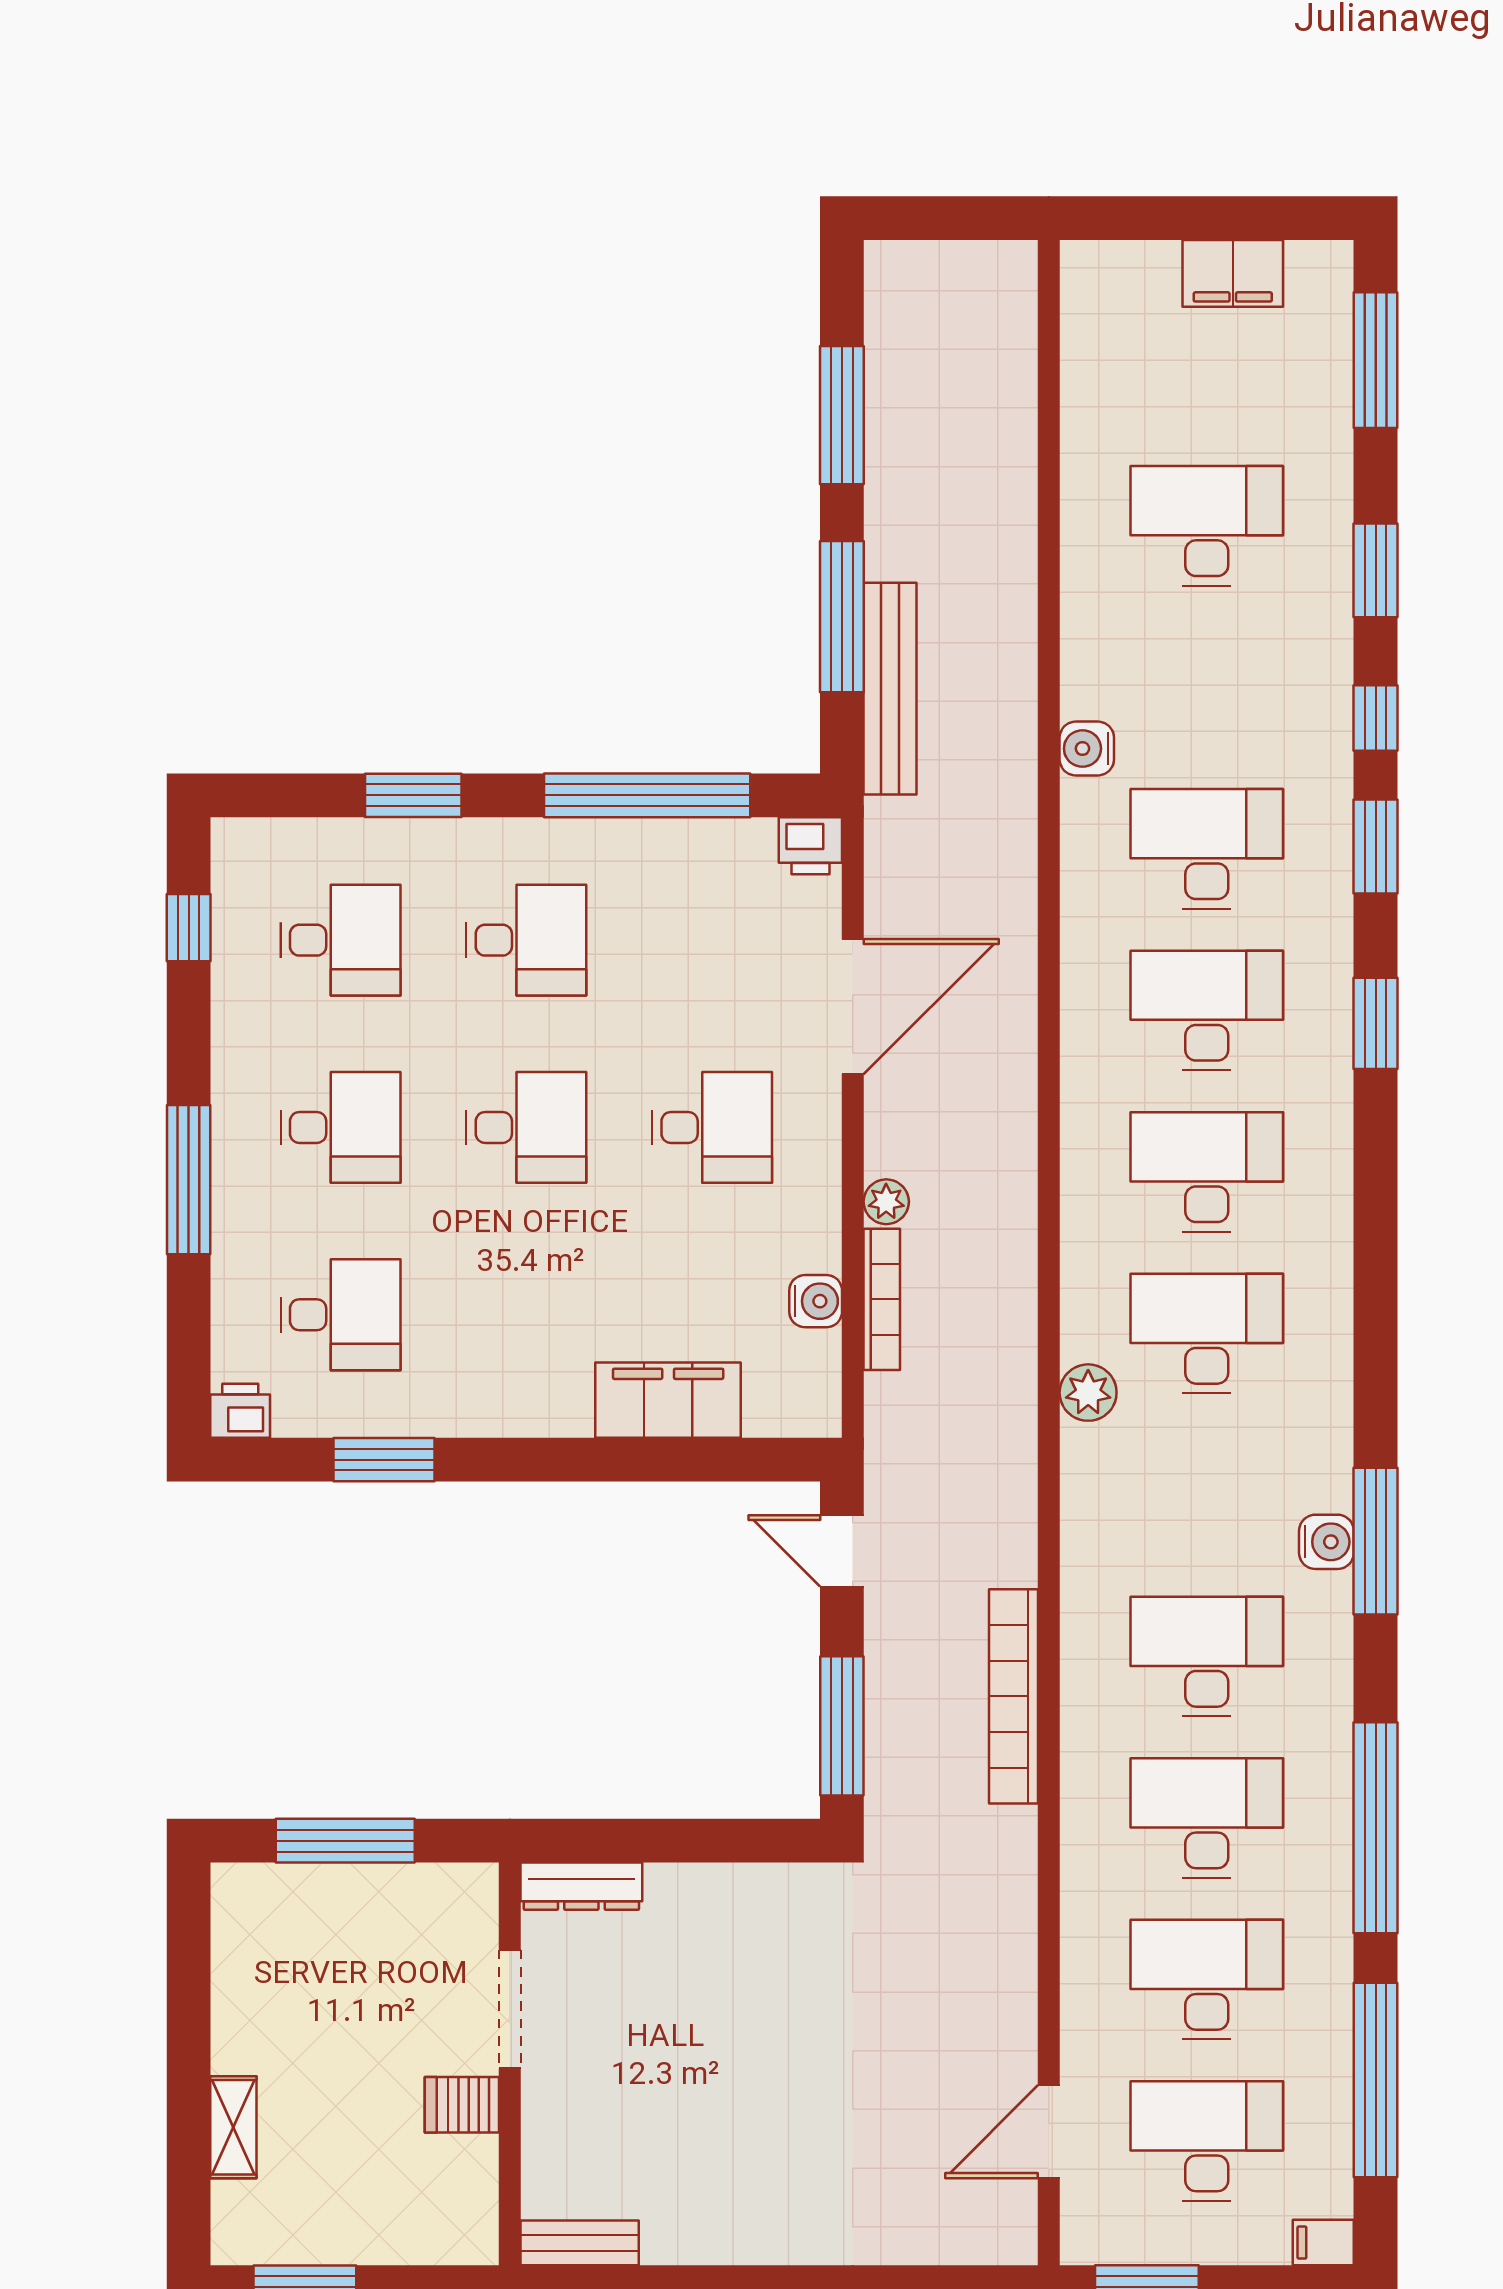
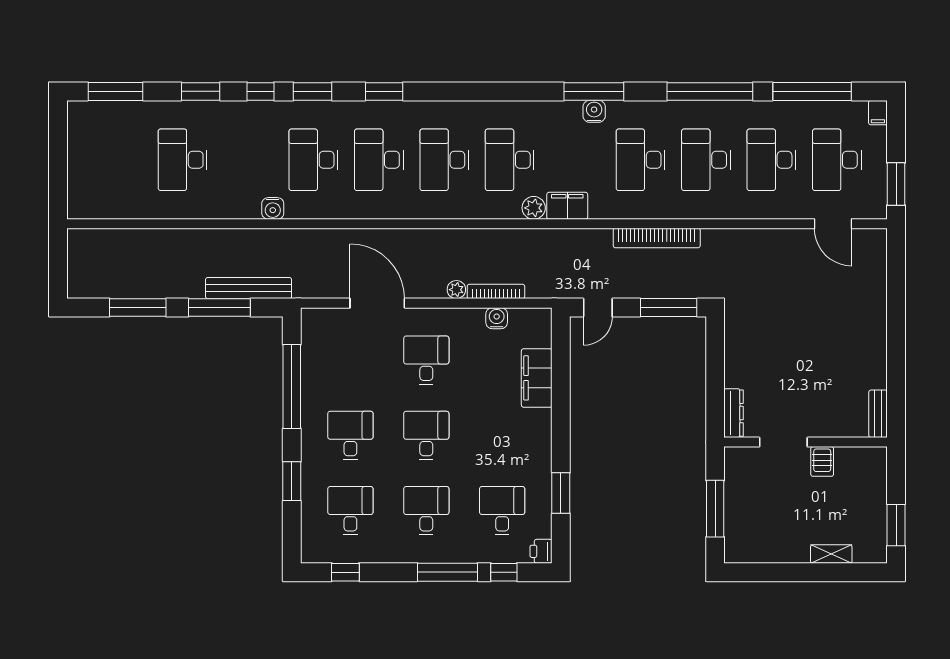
filing cabinet: (1233, 273) -> (567, 206), moved, turned -90
printer: (810, 846) -> (312, 320), removed
window: (189, 1319) -> (504, 572), added

